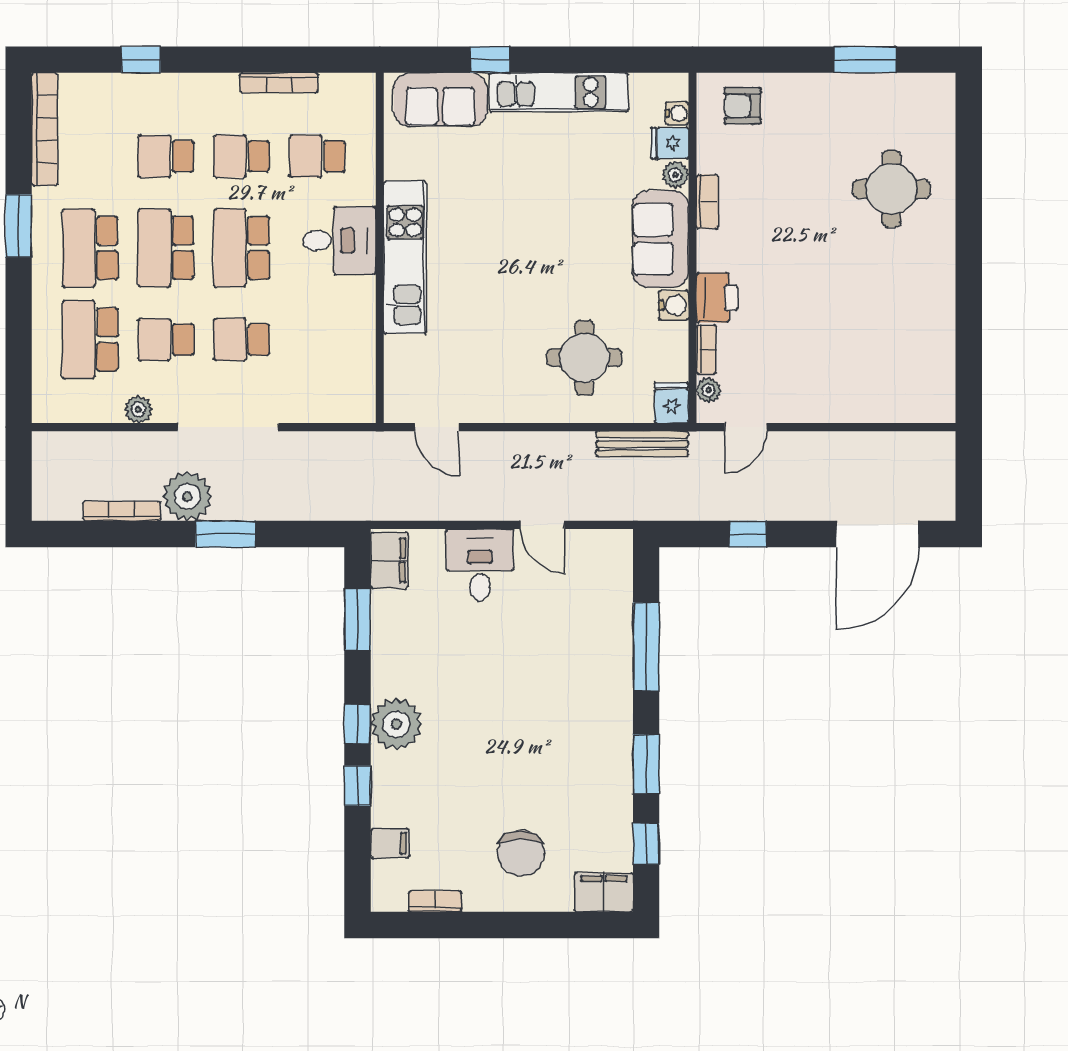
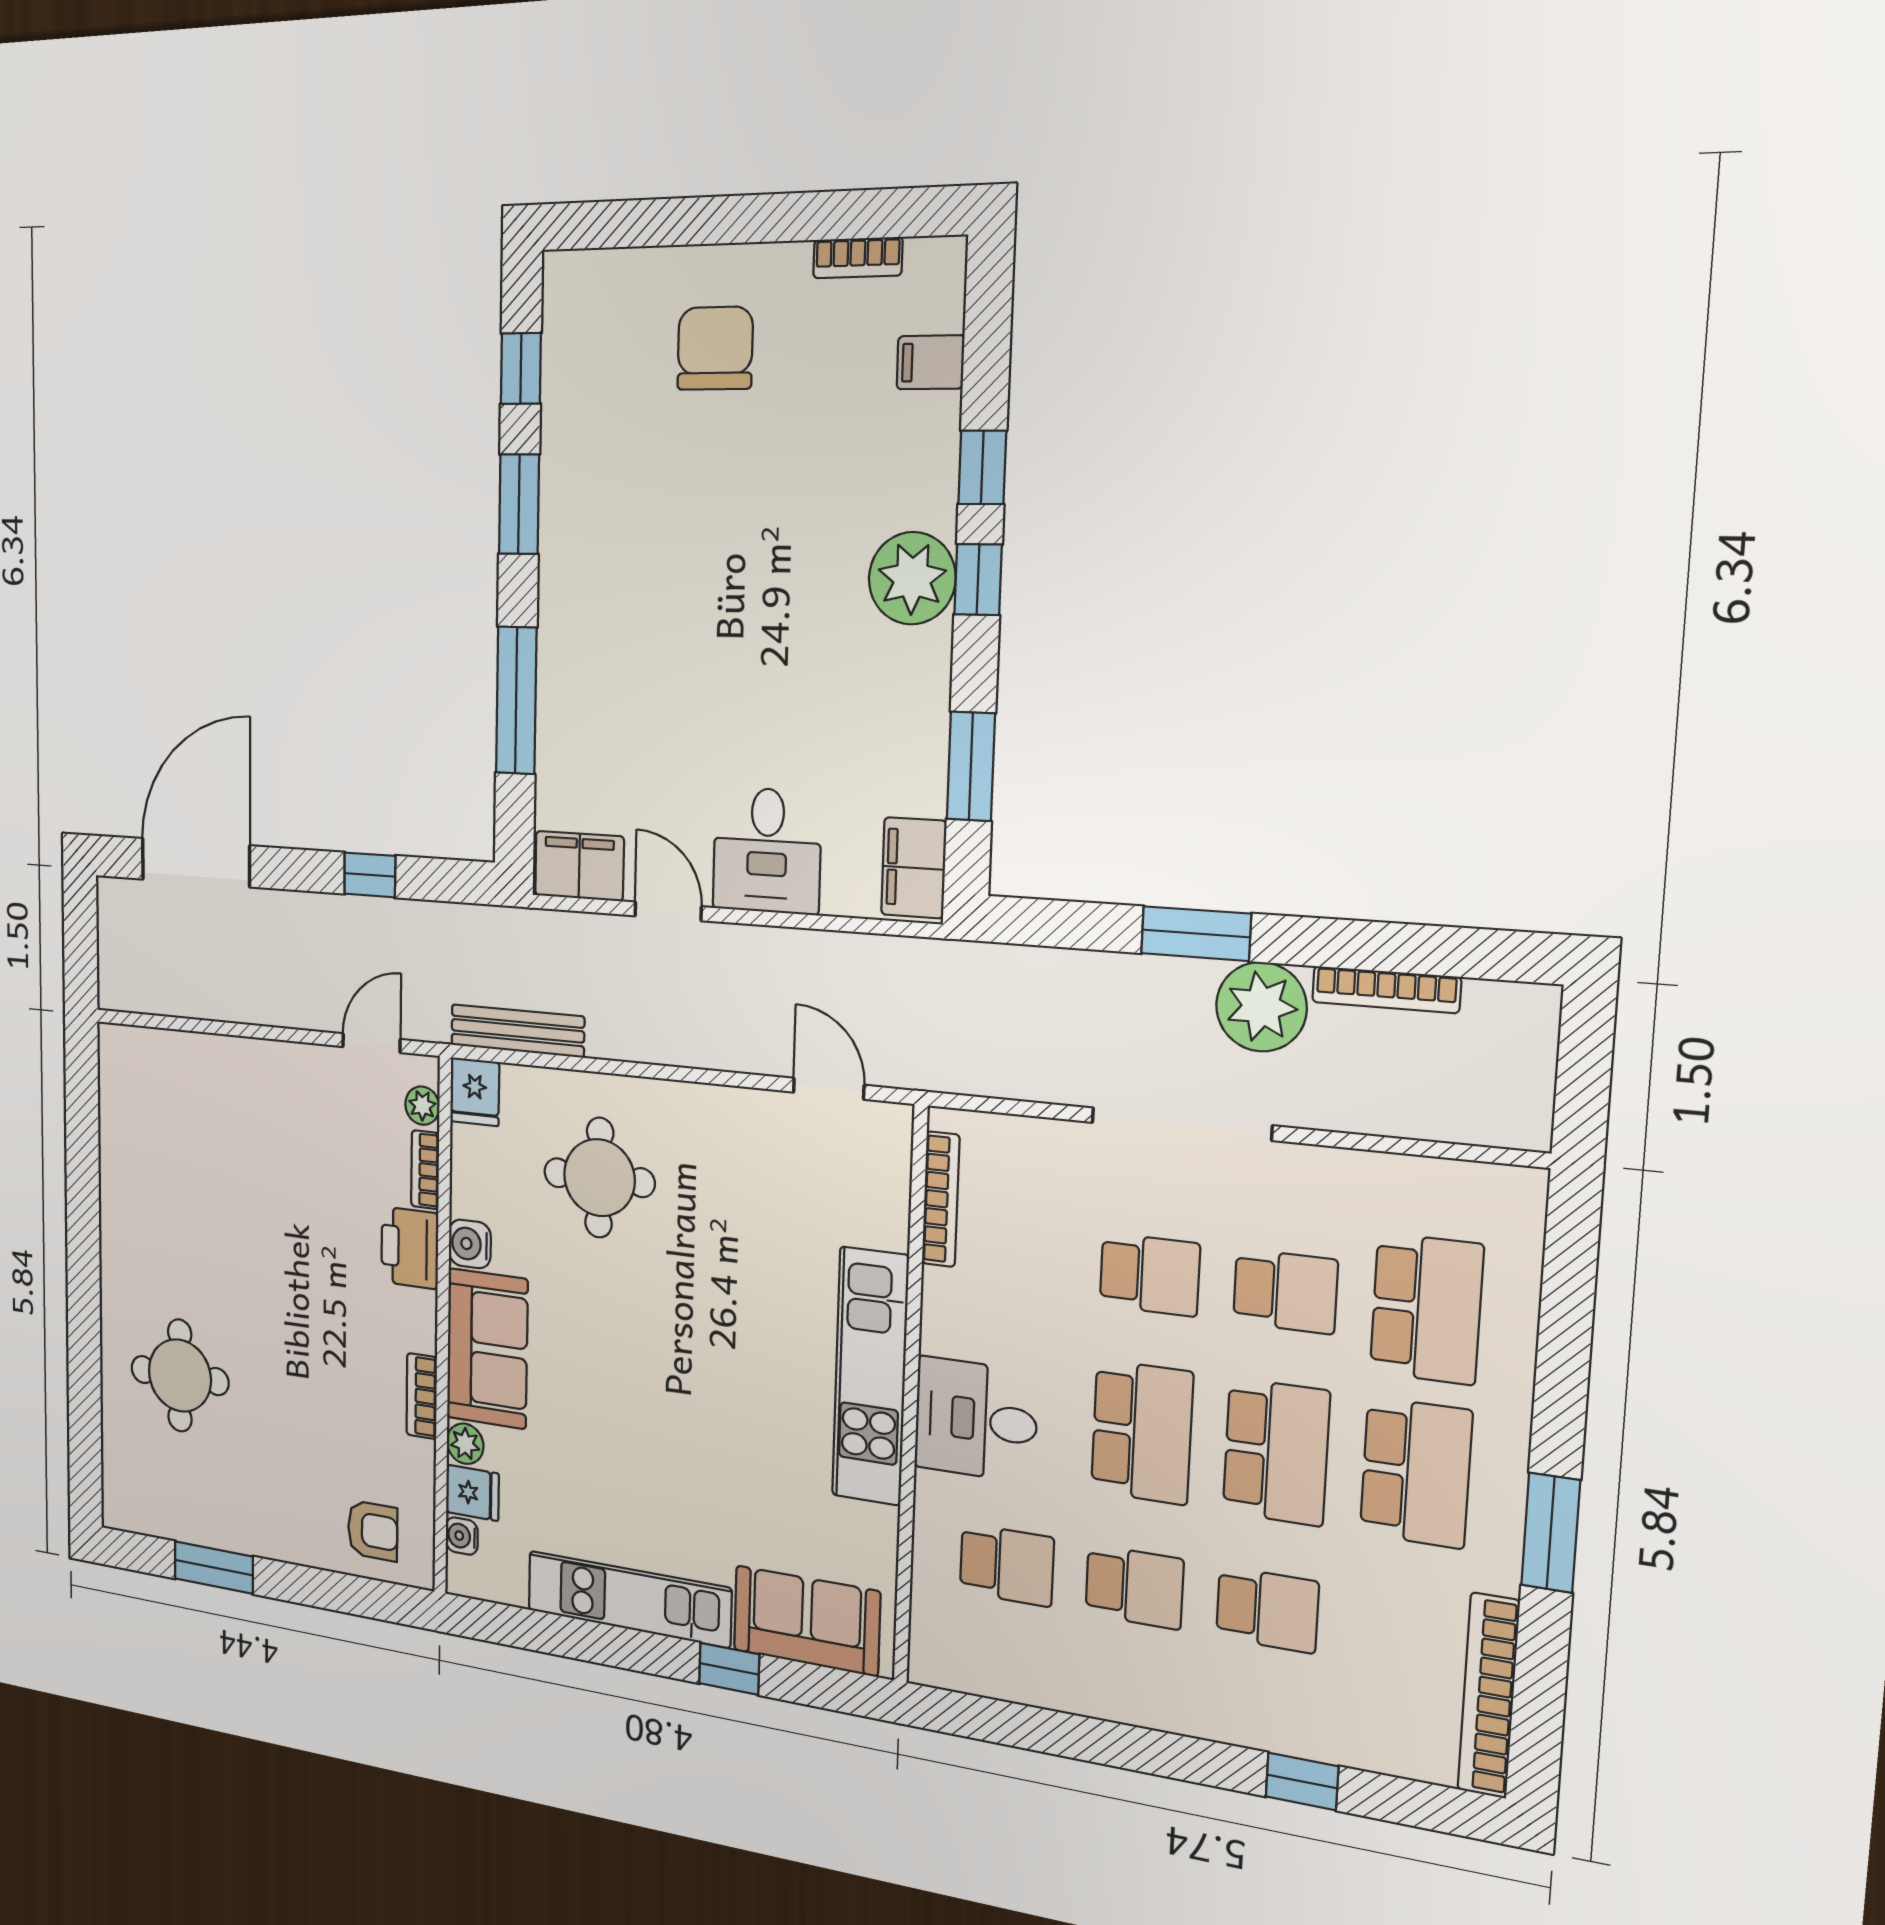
bookcase: (279, 83) -> (941, 1199), moved, turned 90
plant: (138, 409) -> (1343, 1172), removed
filing cabinet: (604, 892) -> (579, 866), moved, turned 180

